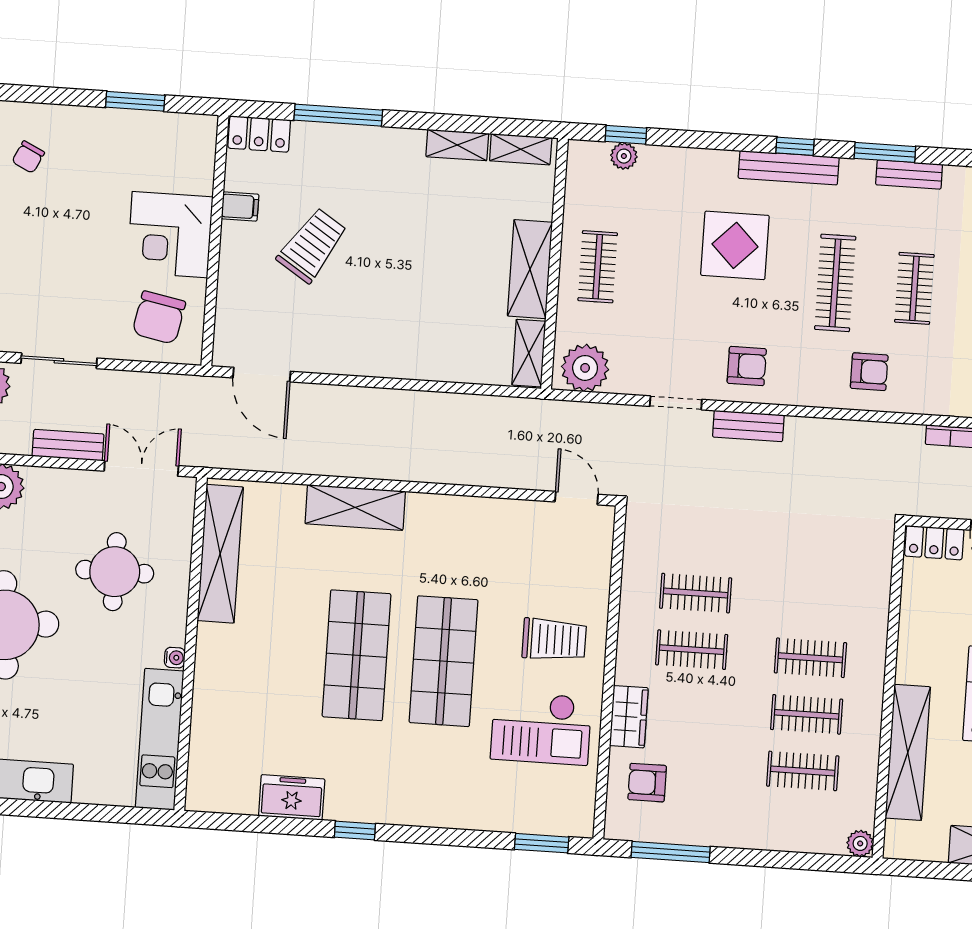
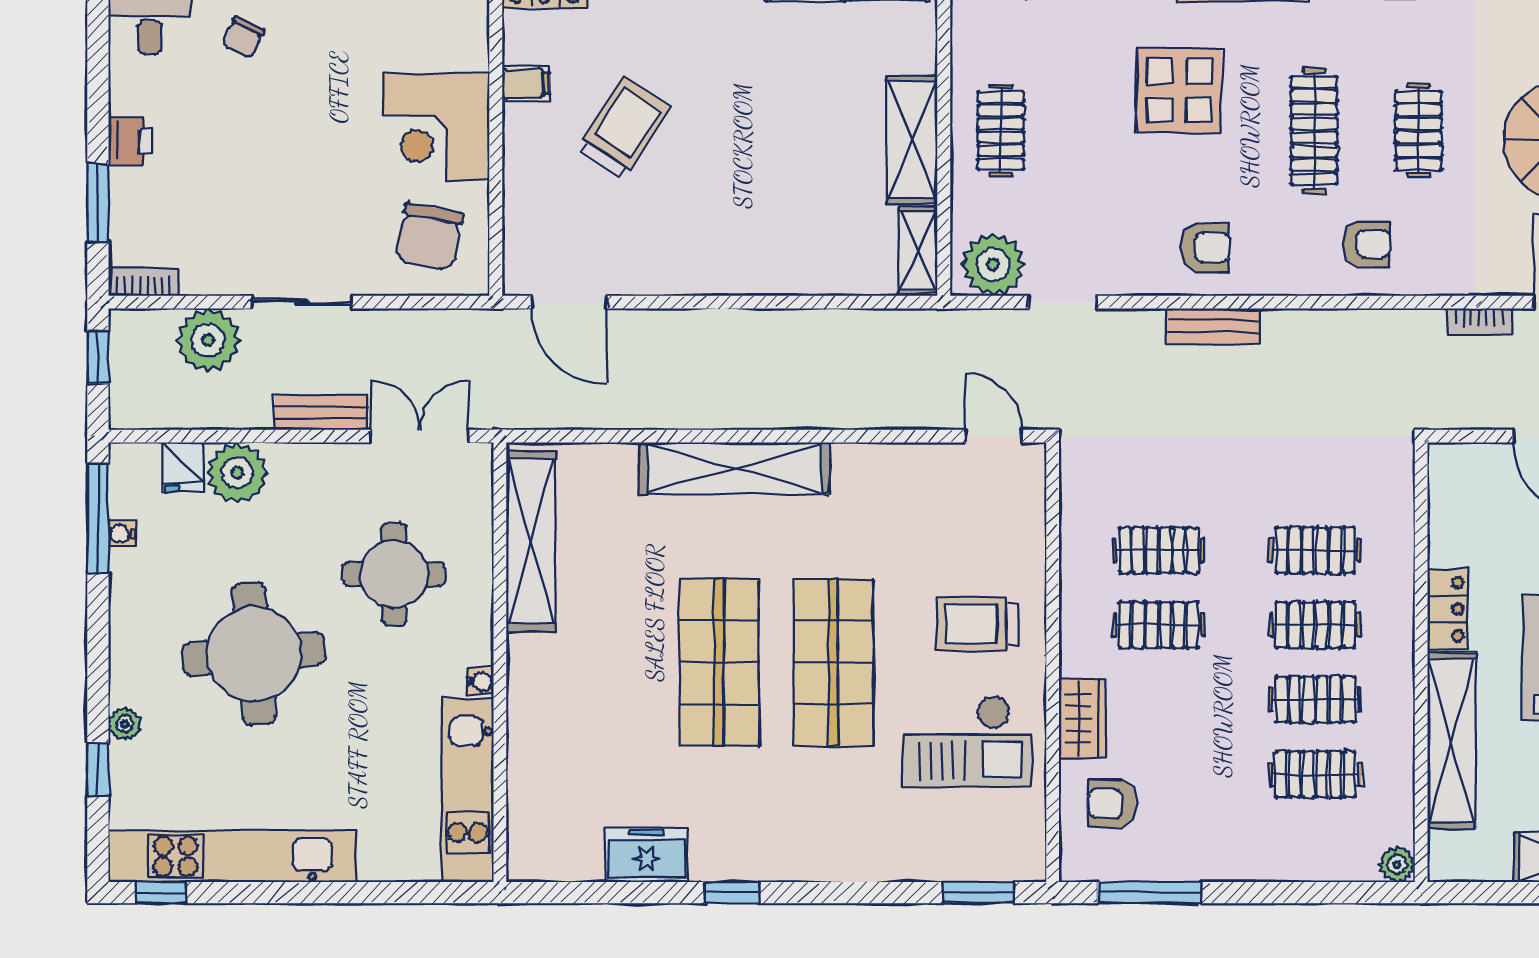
doorway: (676, 403) -> (1062, 302), moved
shelving: (355, 507) -> (734, 468), width x1.47
locker: (934, 543) -> (1448, 609), moved, turned -90
clothes rail: (814, 601) -> (1315, 550), added
trolley: (554, 640) -> (977, 624), turned 180

